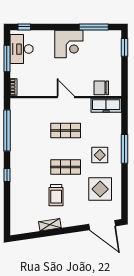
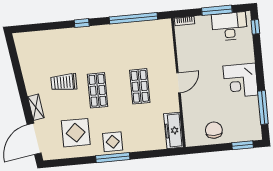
chair: (101, 88) -> (214, 130), moved
window: (124, 149) -> (113, 158), moved
display table: (100, 155) -> (113, 142), moved
shelving: (50, 225) -> (36, 107), moved

